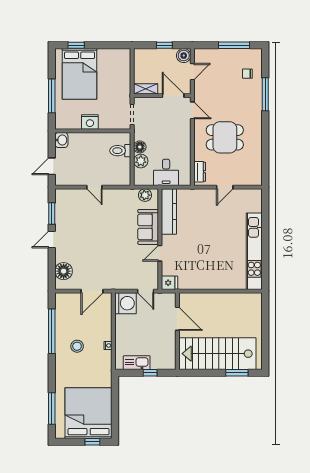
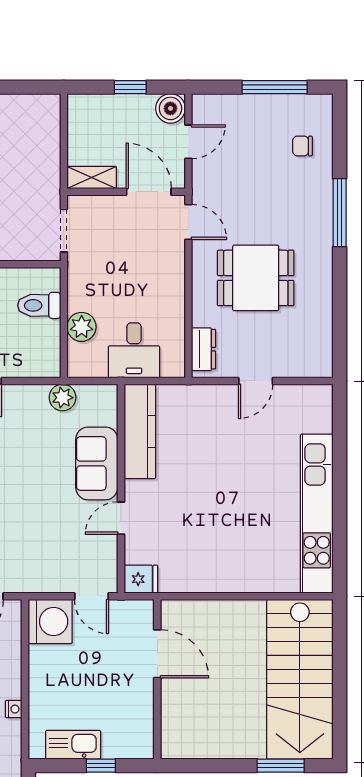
window: (265, 94) -> (340, 213), moved
floor lamp: (140, 147) -> (80, 298), removed
plant: (145, 195) -> (63, 398), moved
stairs: (217, 354) -> (300, 679), moved, turned -90

